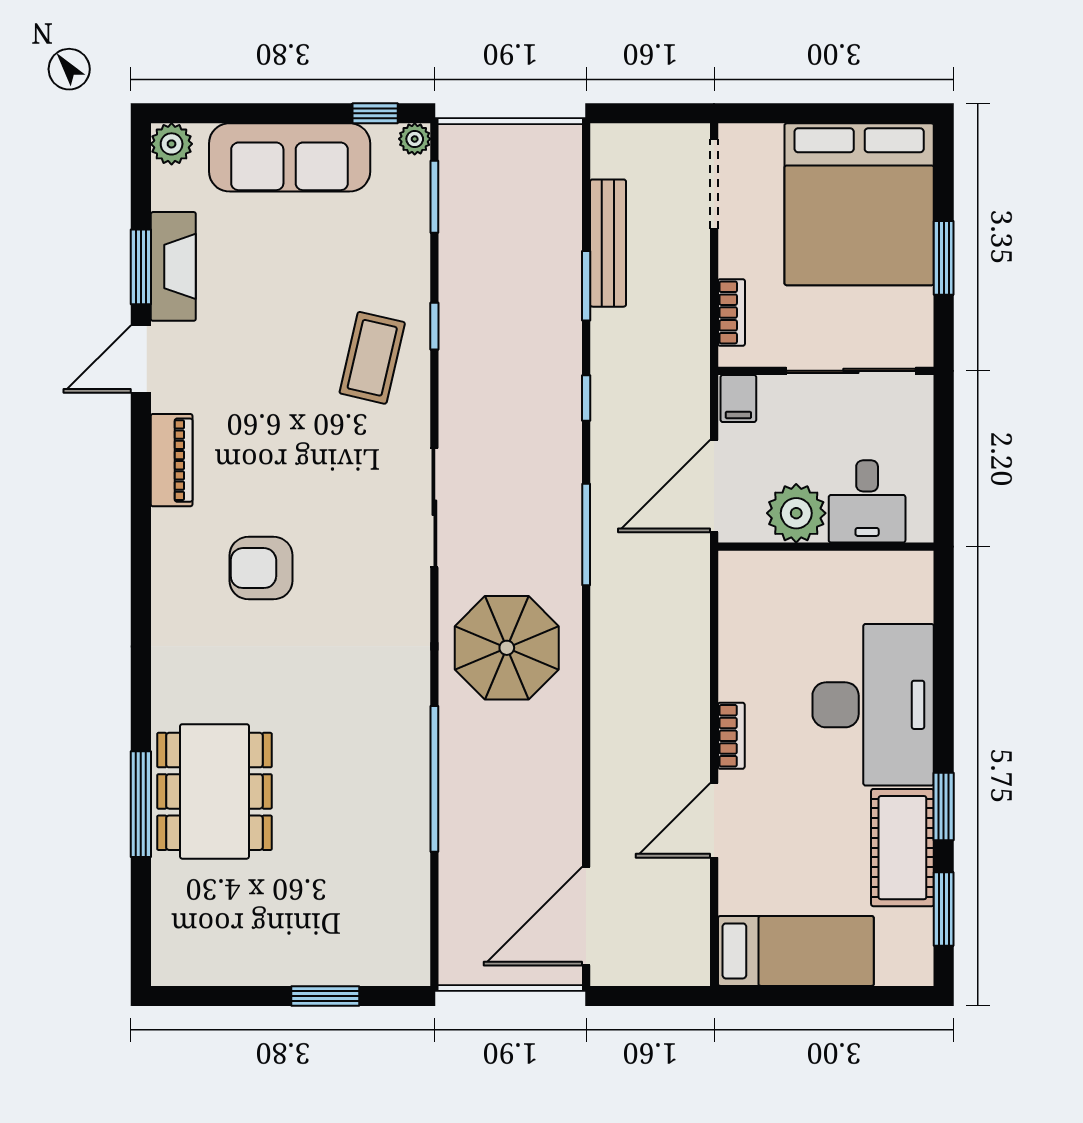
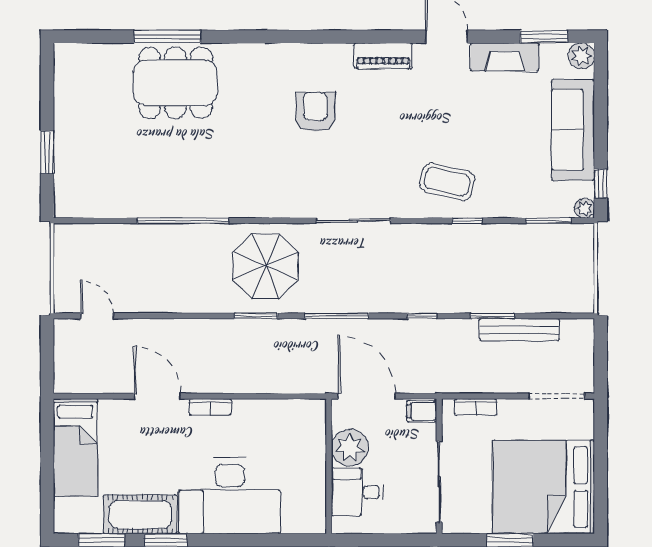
window: (141, 267) -> (544, 37), moved
window: (586, 663) -> (256, 316), added
door: (586, 916) -> (97, 316), width x0.53

